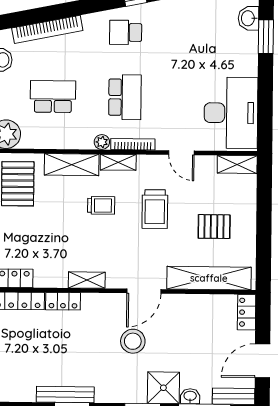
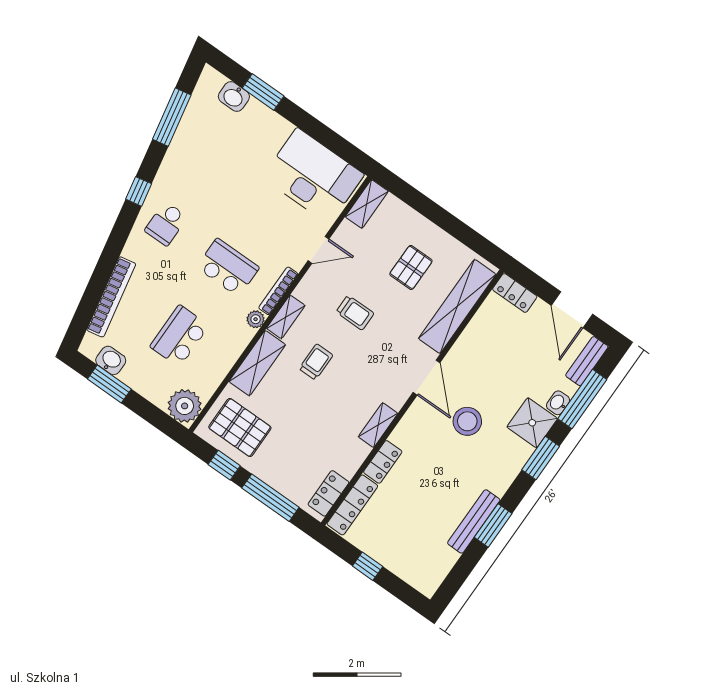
trolley: (155, 209) -> (355, 313), width x0.73, depth x0.72

